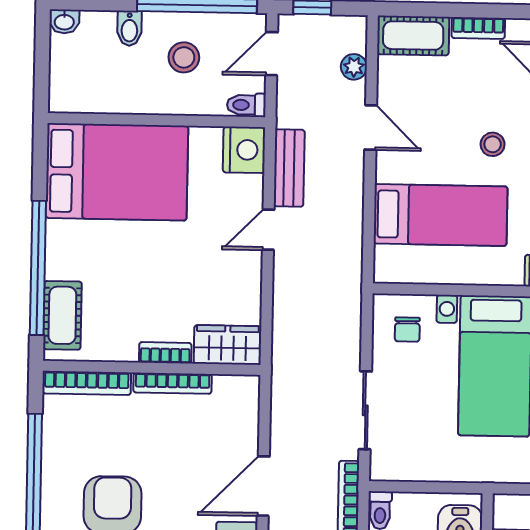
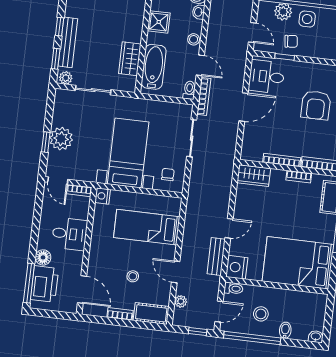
stool: (493, 144) -> (133, 276), moved
bookcase: (165, 353) -> (299, 177), moved

